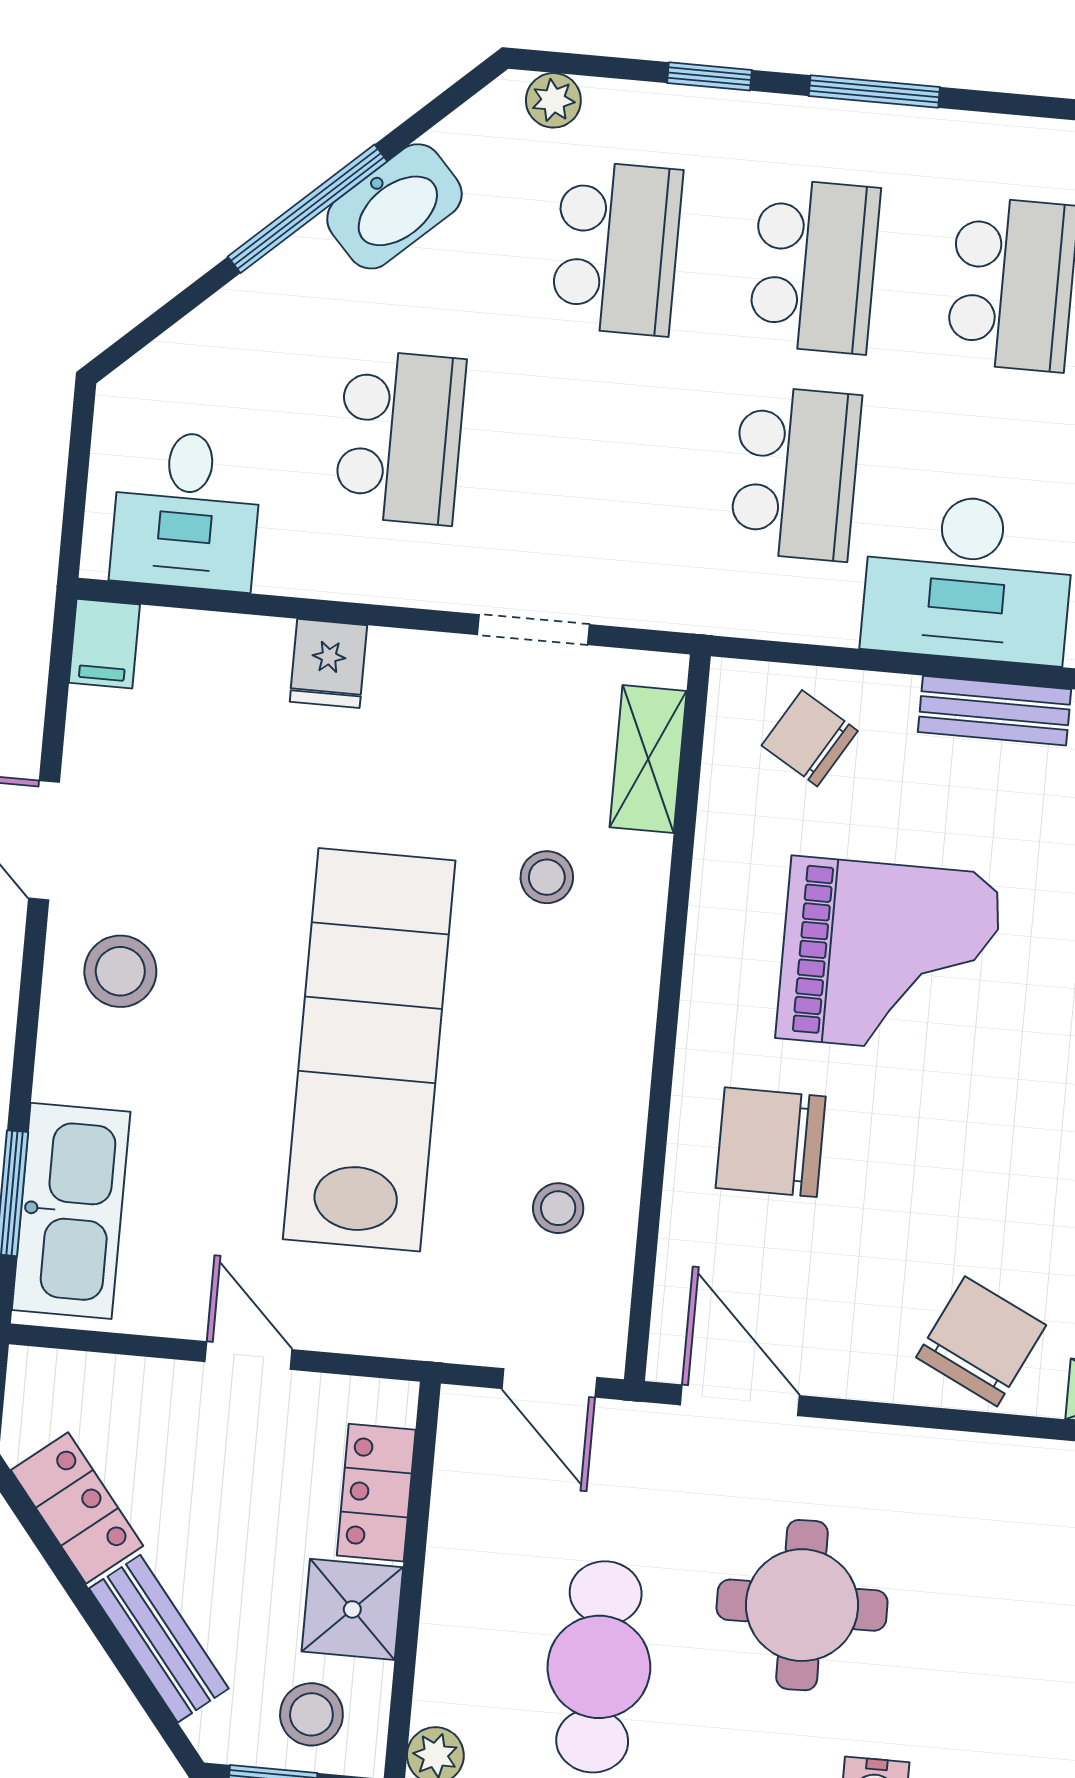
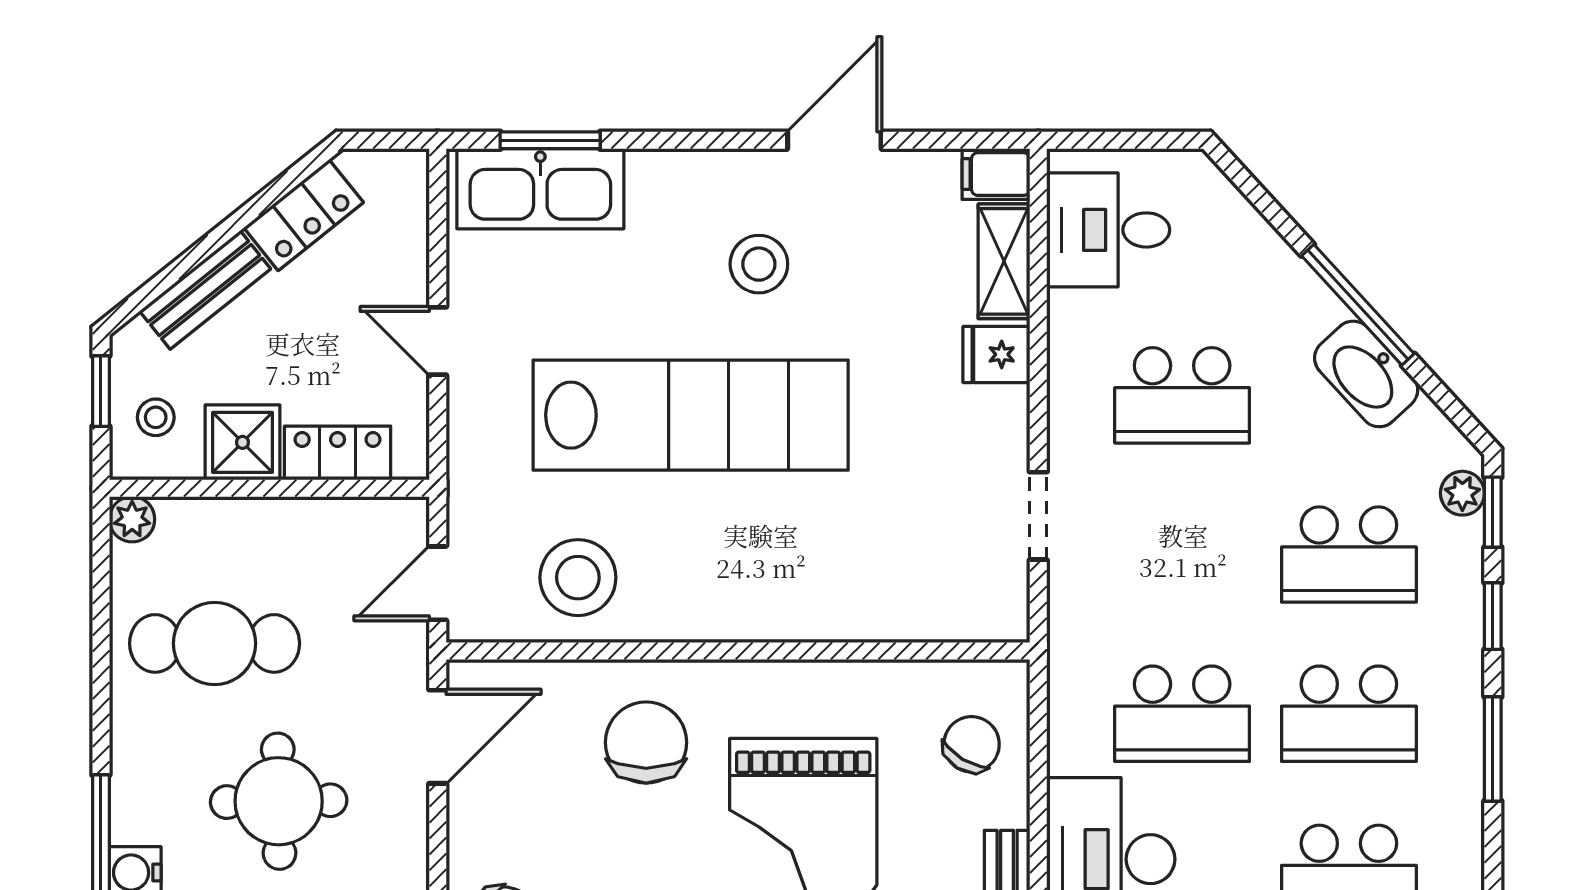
window: (580, 65) -> (1493, 512), added
shelving: (648, 759) -> (1004, 261), moved, turned 90
stool: (547, 877) -> (841, 544), removed
stool: (120, 971) -> (759, 264), moved
stool: (558, 1208) -> (578, 578), width x1.89, depth x1.89
door: (249, 1356) -> (438, 341), swing flipped
stool: (311, 1714) -> (156, 417), width x0.73, depth x0.73

